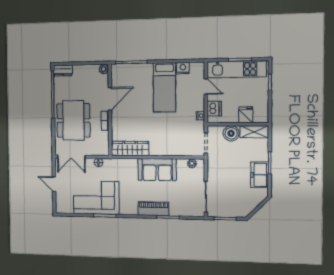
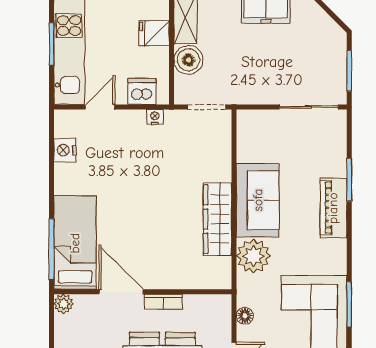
bed: (164, 87) -> (75, 243), moved, turned -90
wardrobe: (130, 149) -> (217, 219), moved
plant: (192, 163) -> (253, 256), moved, width x1.87, depth x1.87

